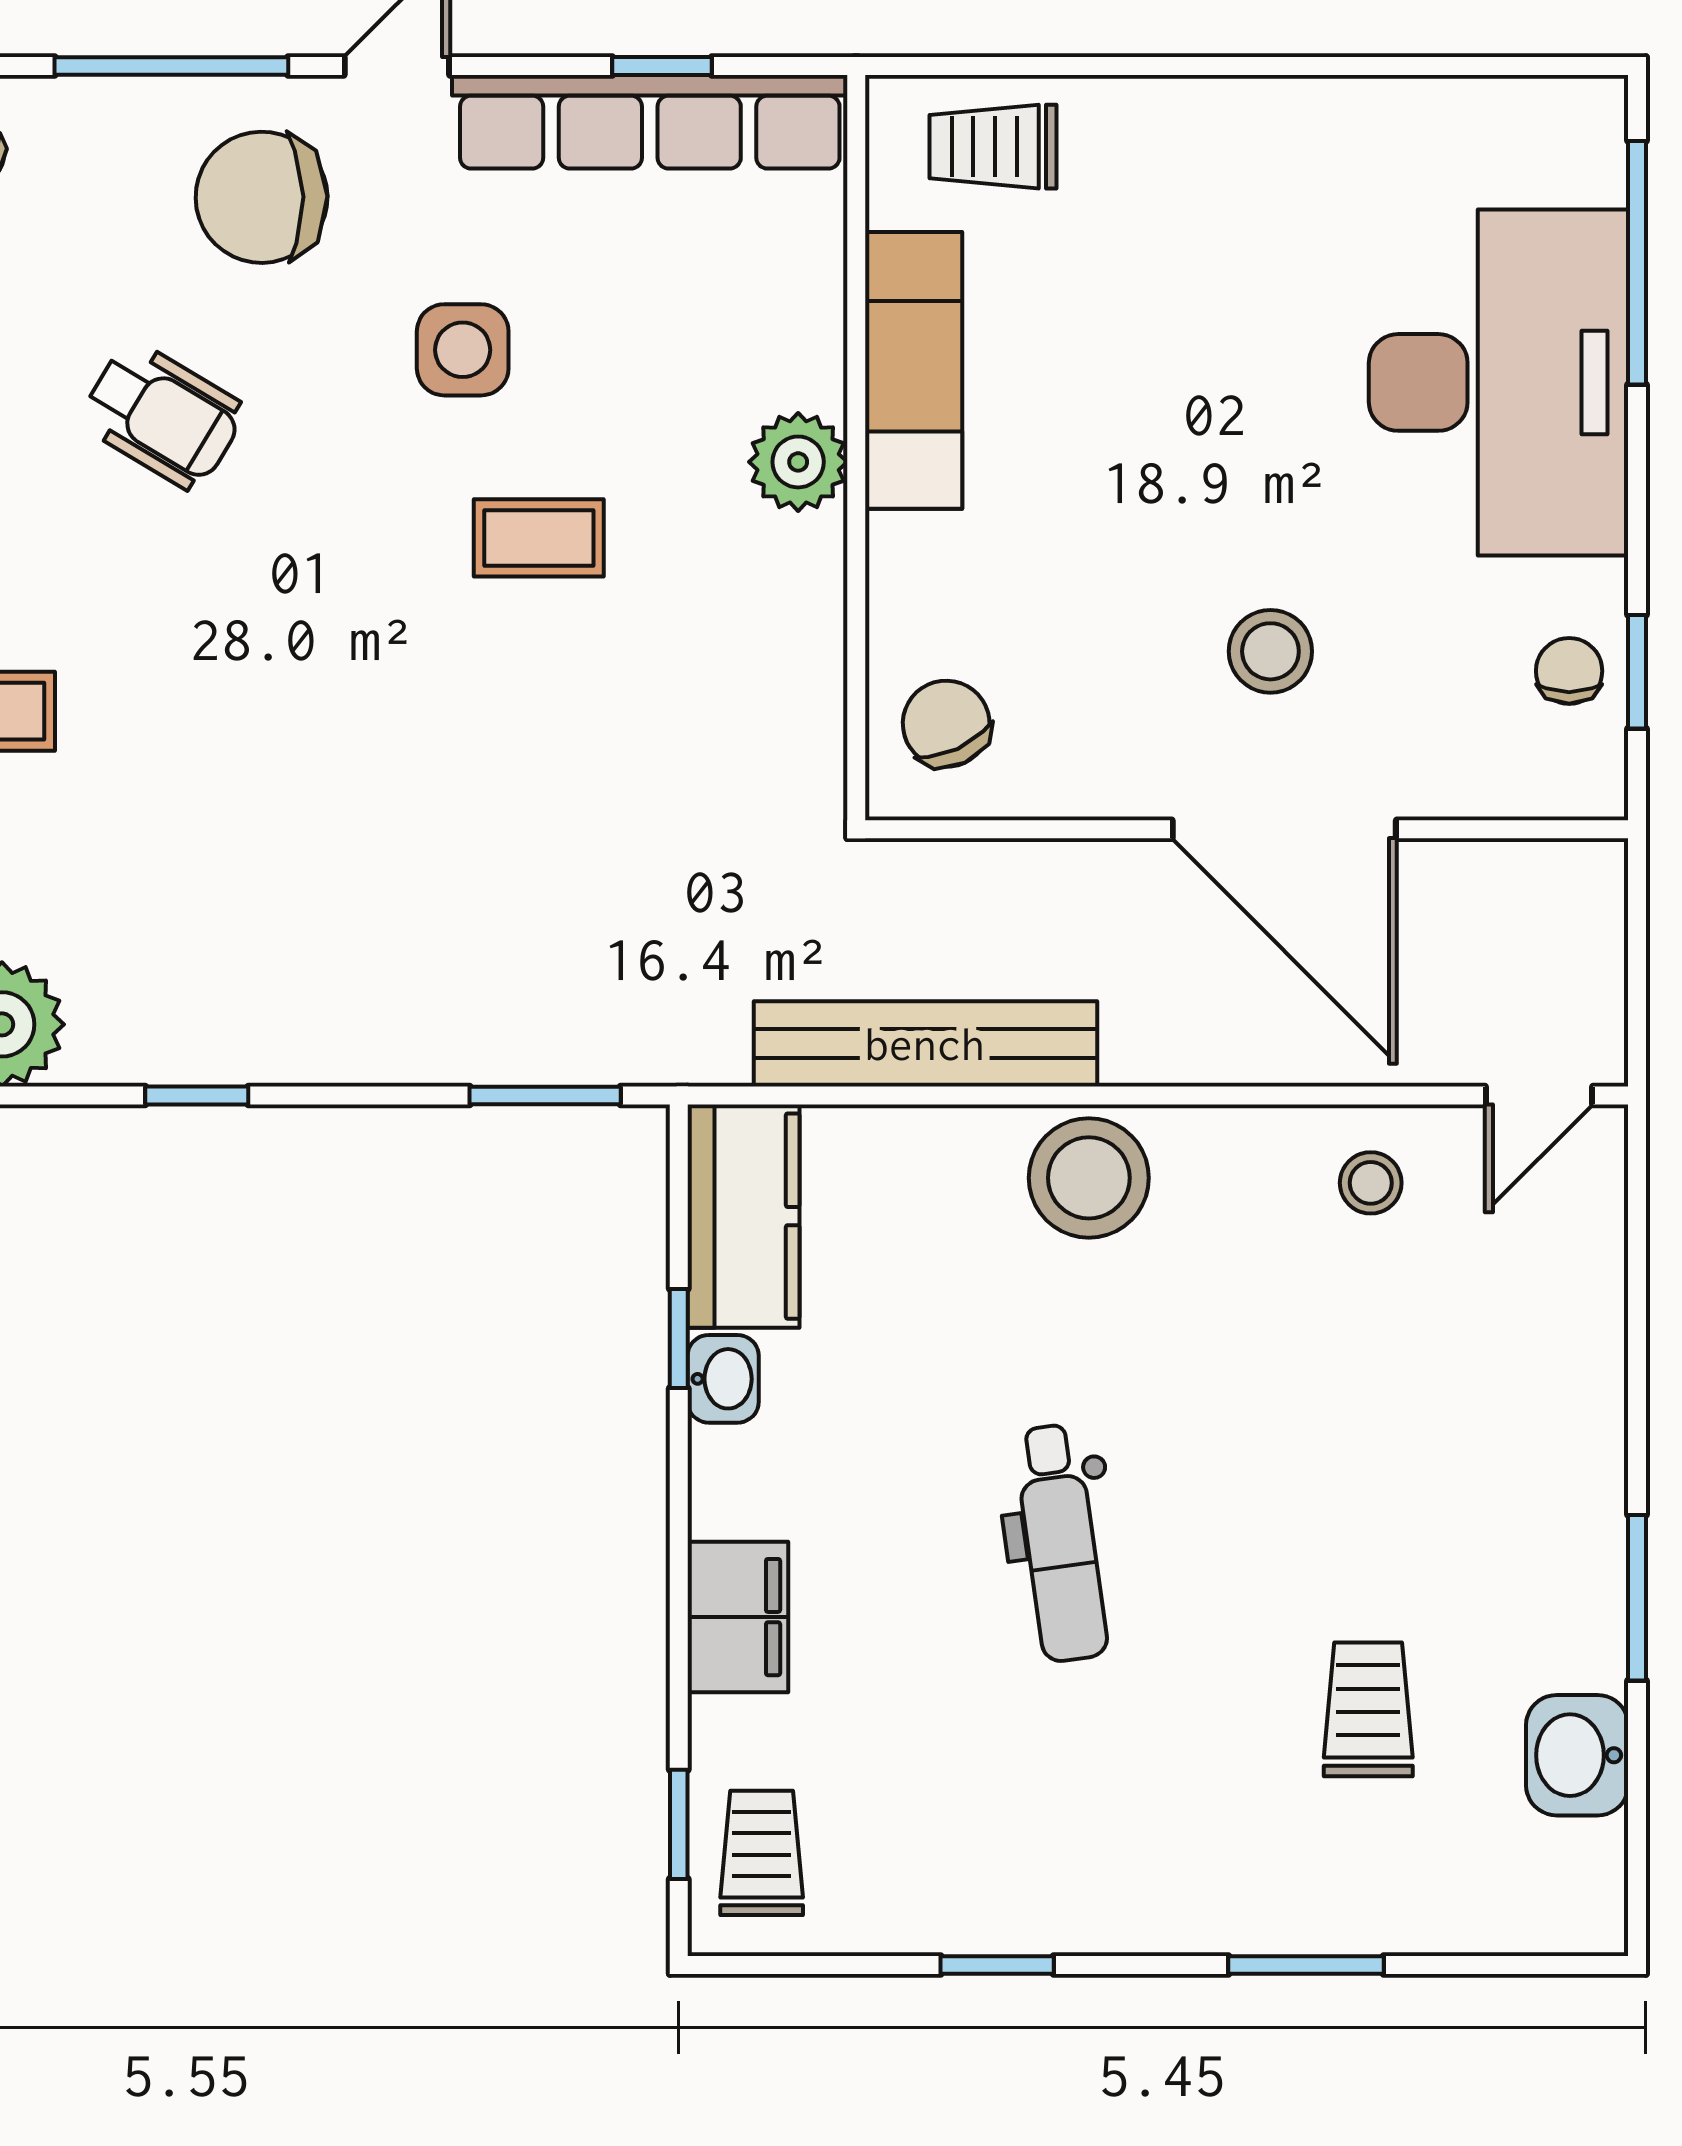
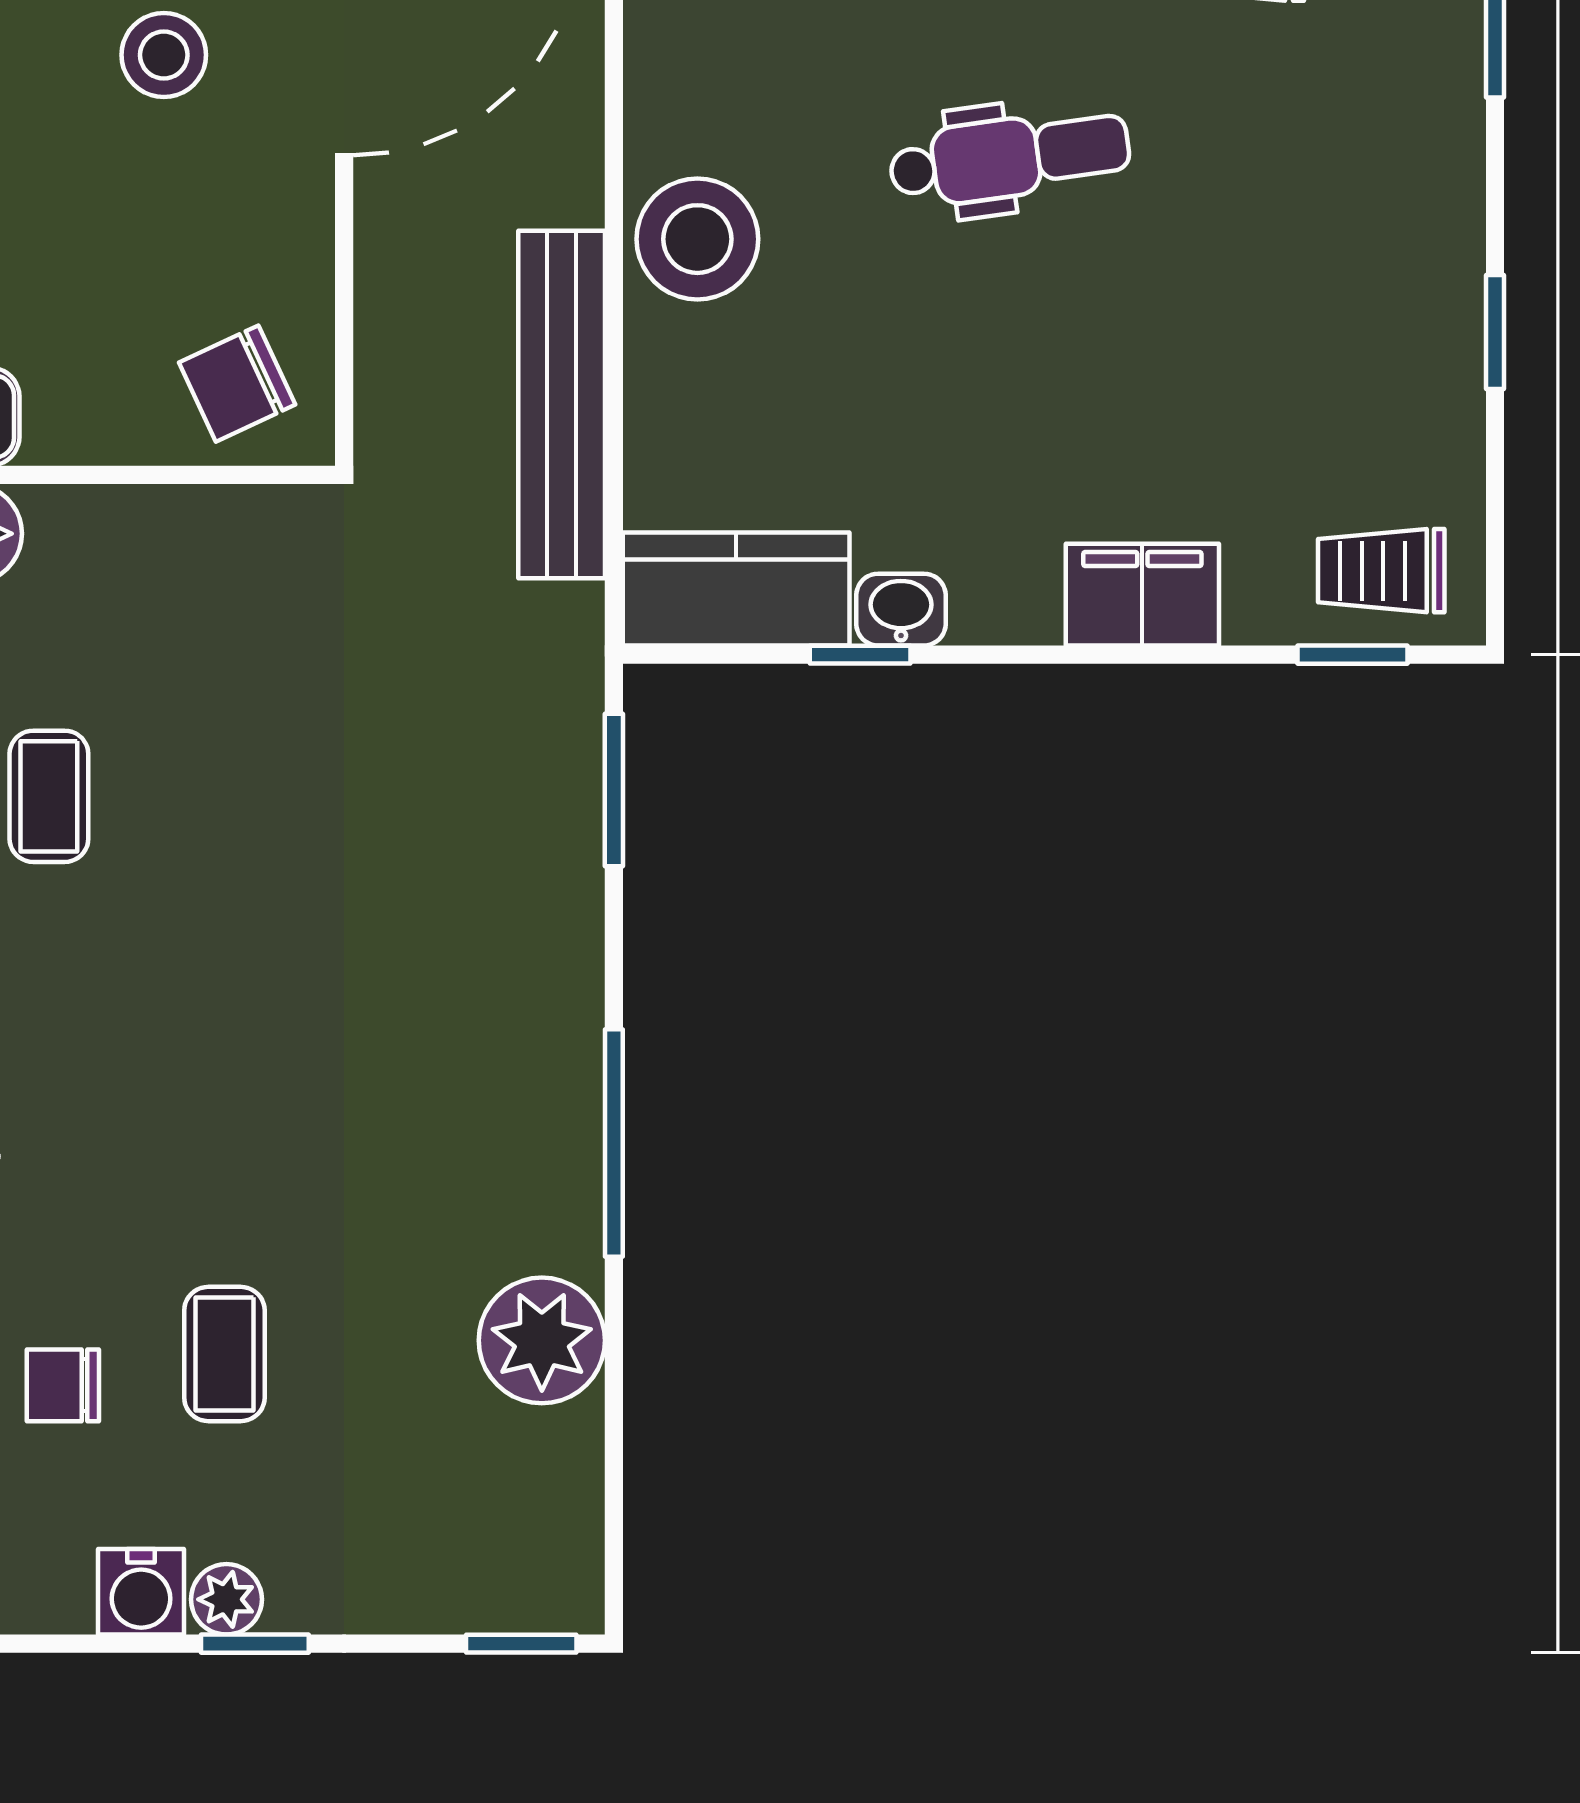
window: (197, 1095) -> (614, 1143), width x2.17
dental chair: (1061, 1543) -> (1010, 158), moved

